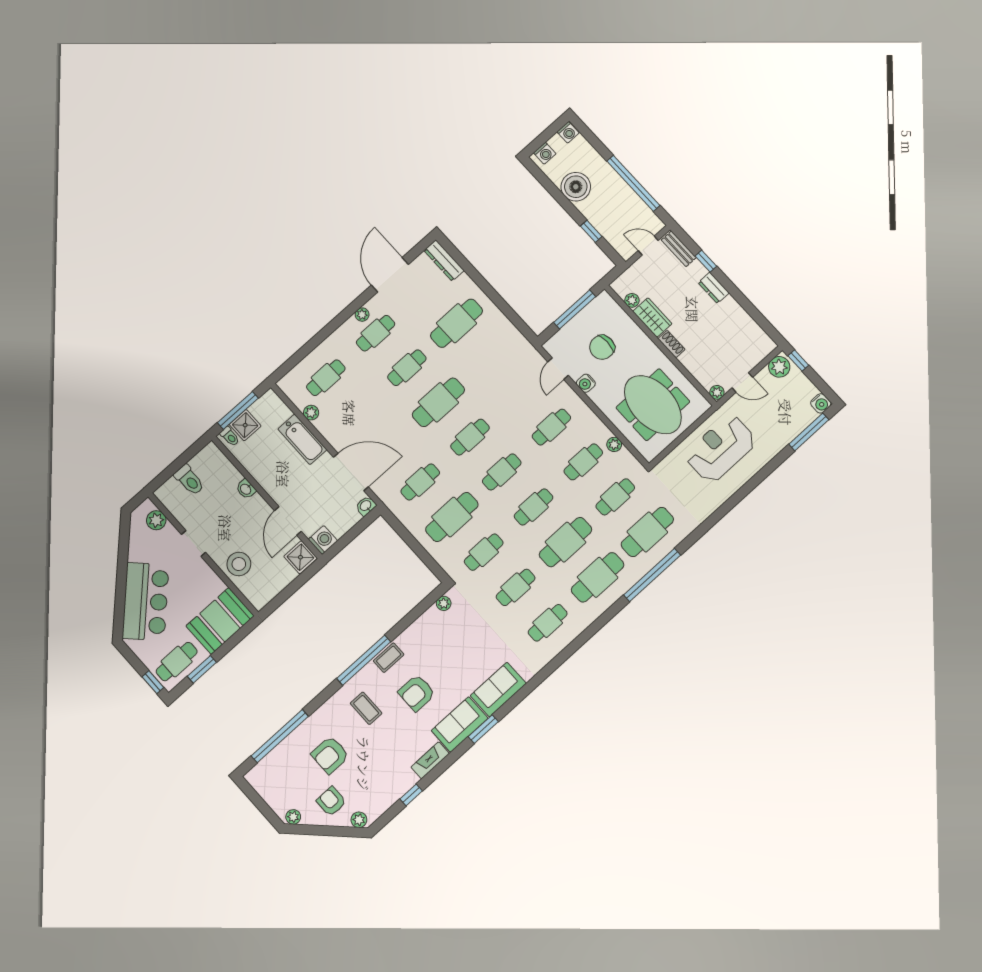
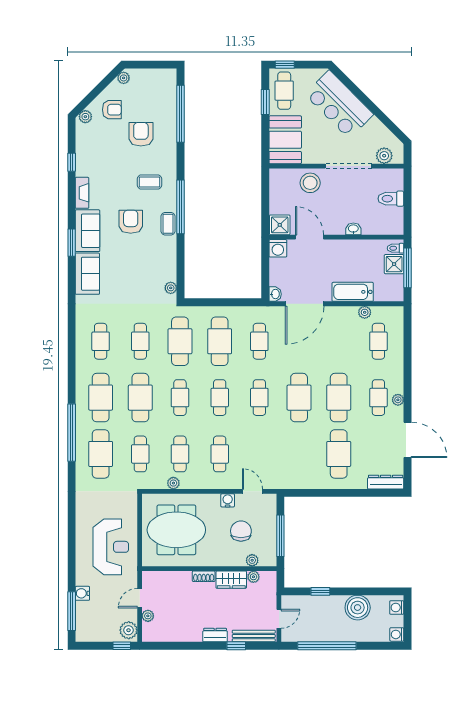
bench: (679, 249) -> (254, 636), width x1.36
plant: (619, 315) -> (252, 560), added
cafe table: (407, 368) -> (339, 398), width x1.37, depth x1.35
plant: (717, 392) -> (148, 616), moved
water cooler: (821, 403) -> (82, 593), moved
doorway: (194, 543) -> (349, 166), width x1.88
cafe table: (484, 552) -> (180, 341), width x1.37, depth x1.35

